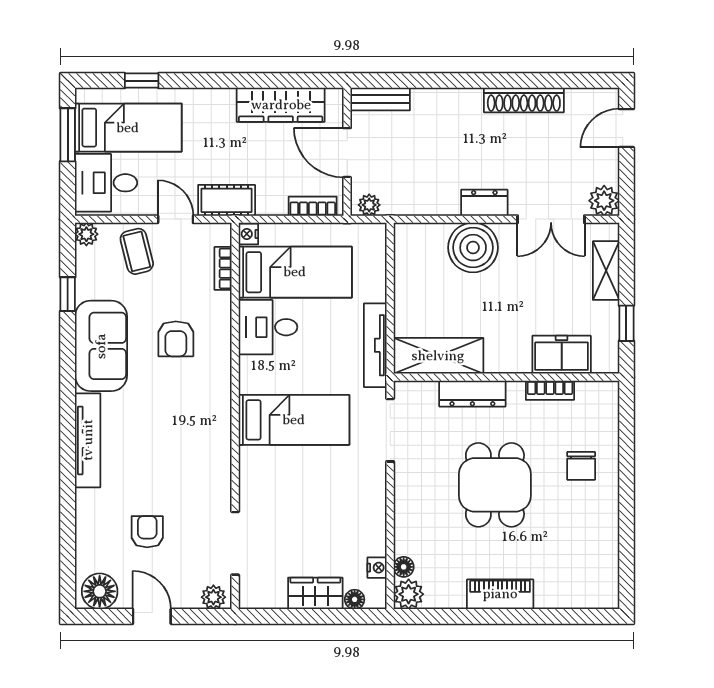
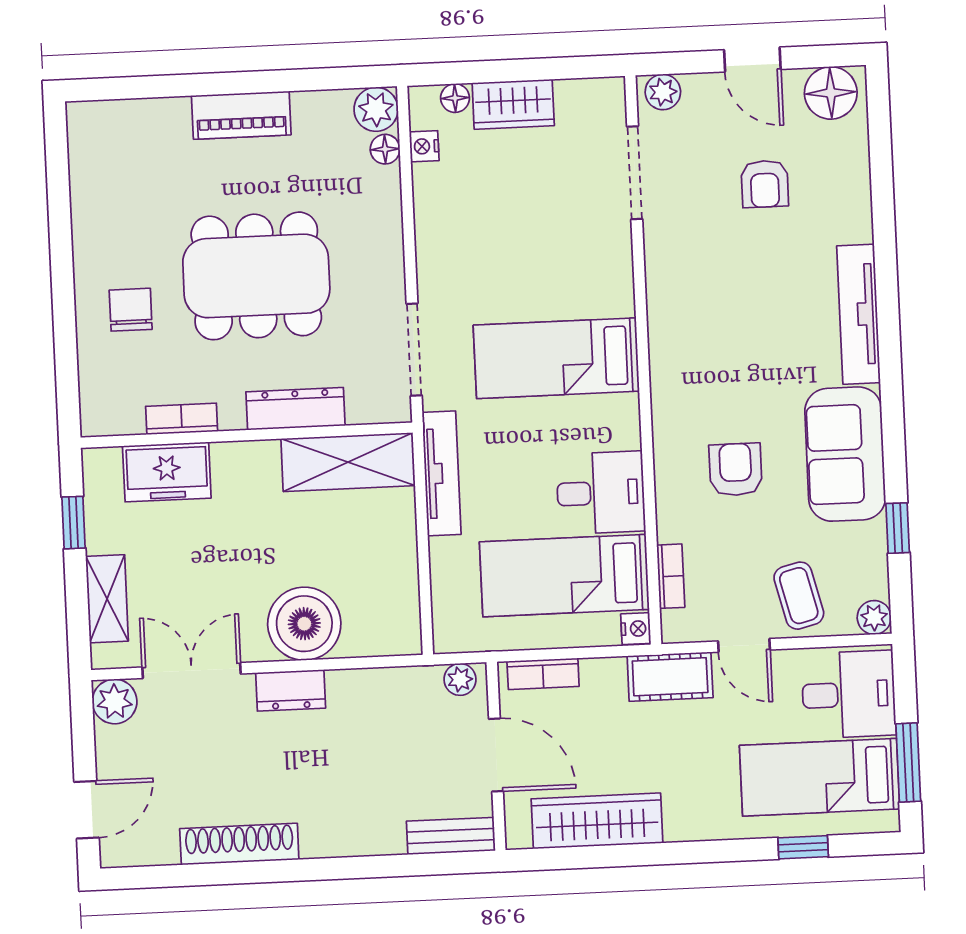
dining table: (495, 485) -> (256, 276), width x1.38

